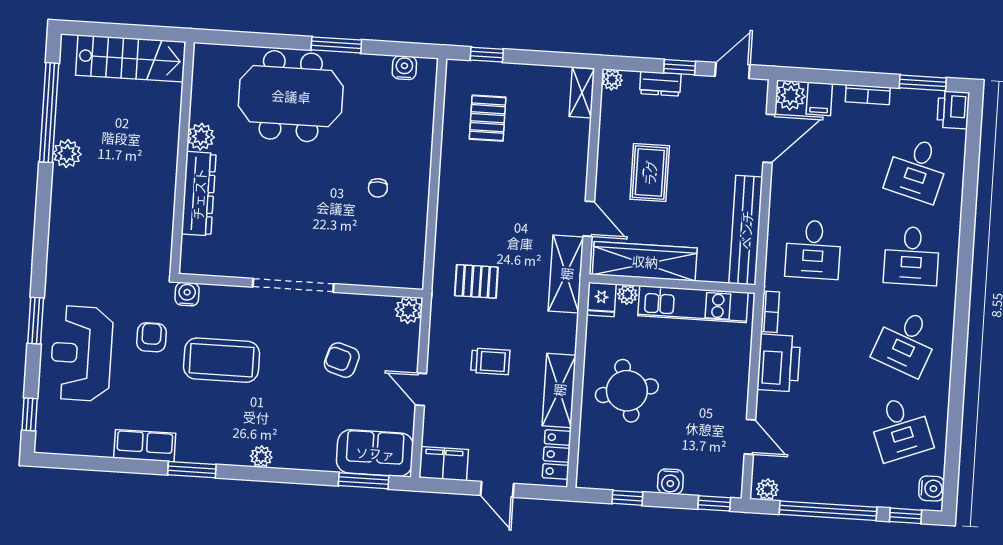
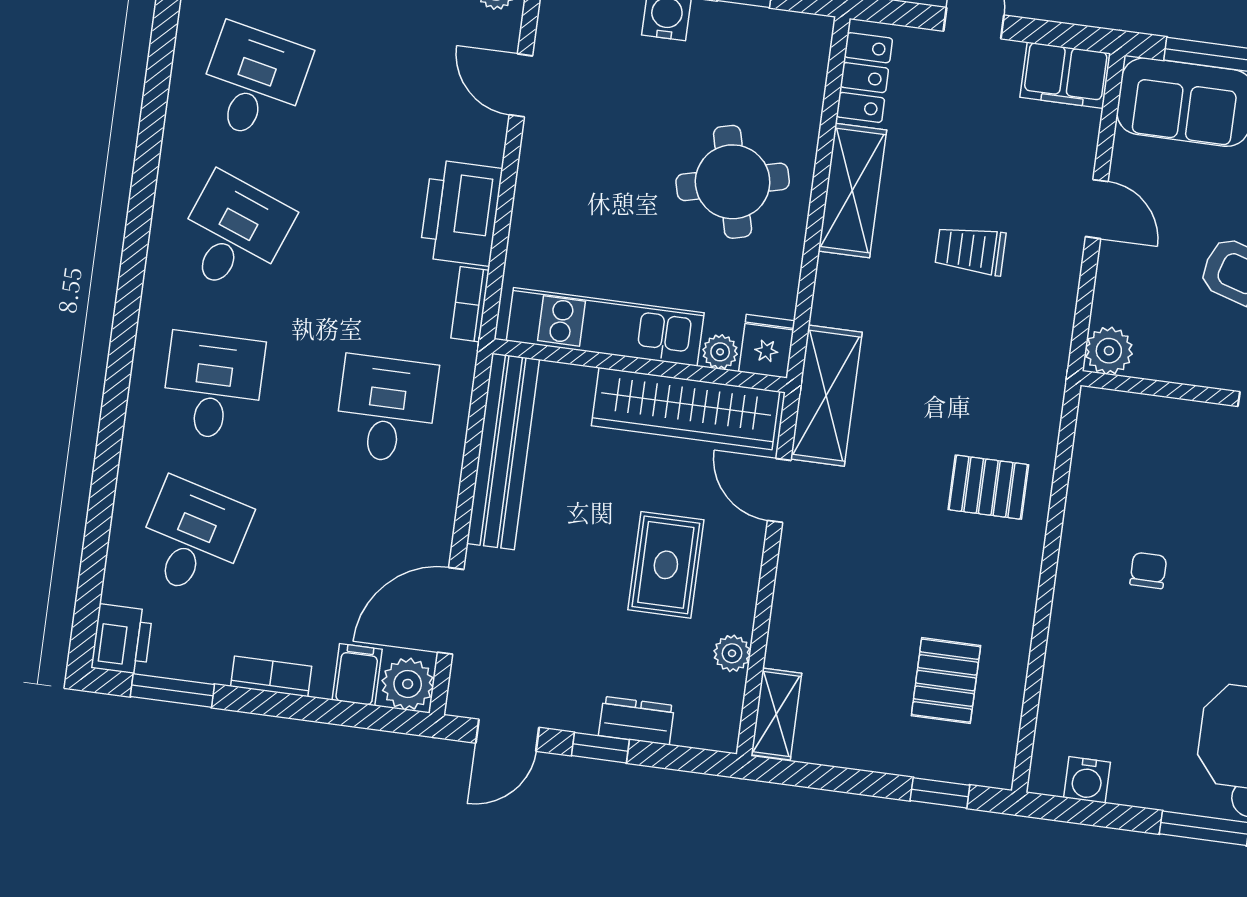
plant: (612, 80) -> (732, 653), moved
pallet: (476, 281) -> (988, 487), moved
desk: (900, 428) -> (253, 82), turned 33

